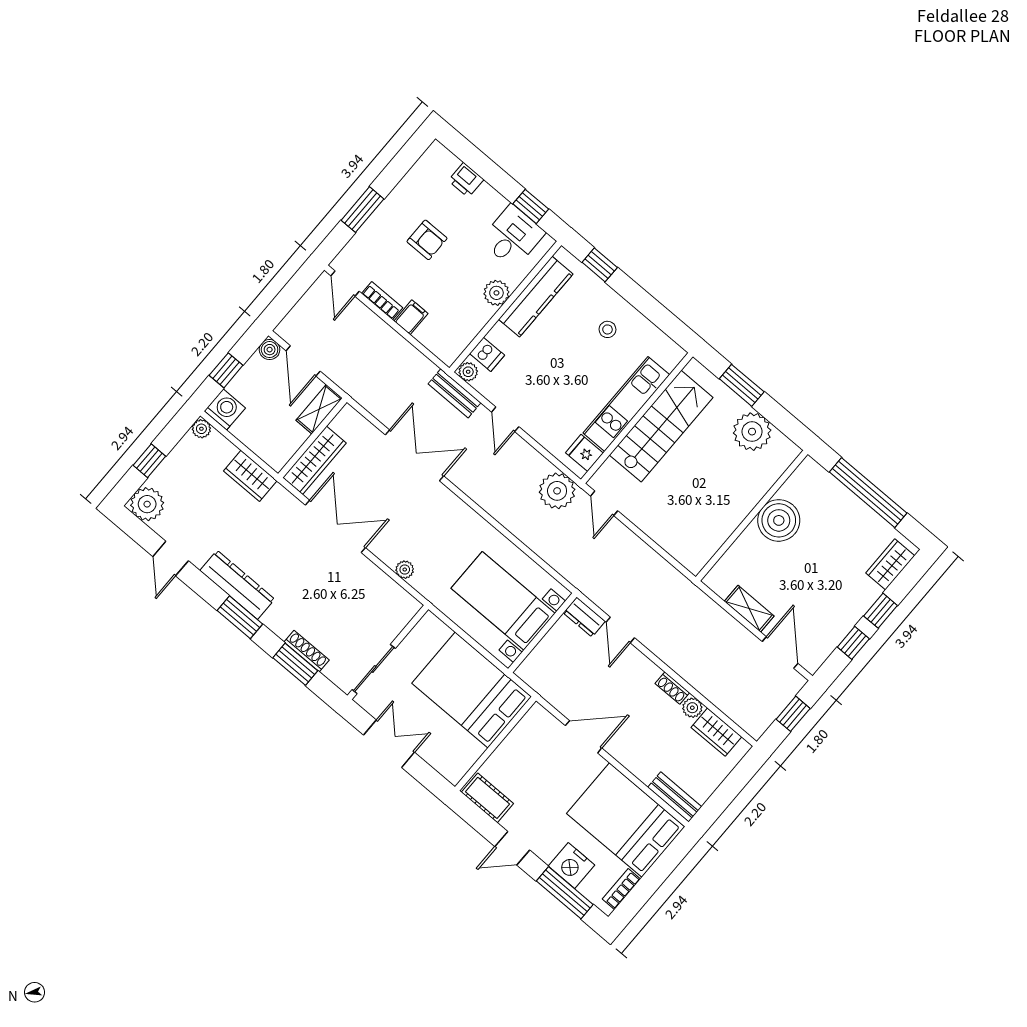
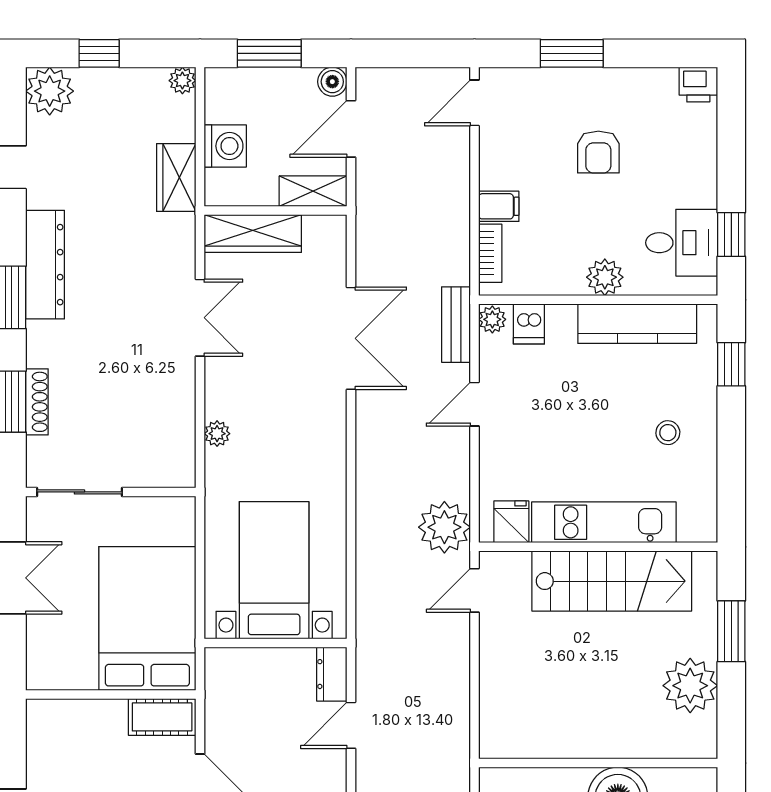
printer: (466, 180) -> (698, 85), moved, turned -90
bookcase: (382, 301) -> (490, 253), moved
window: (226, 370) -> (269, 53), width x1.50
washing machine: (225, 409) -> (225, 146), moved
double door: (335, 526) -> (200, 318), width x0.73
cot: (487, 798) -> (162, 717), moved, turned 90

